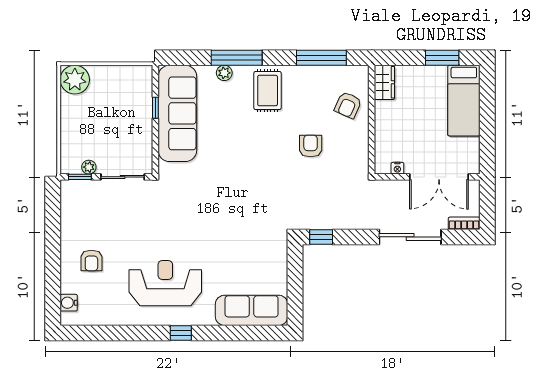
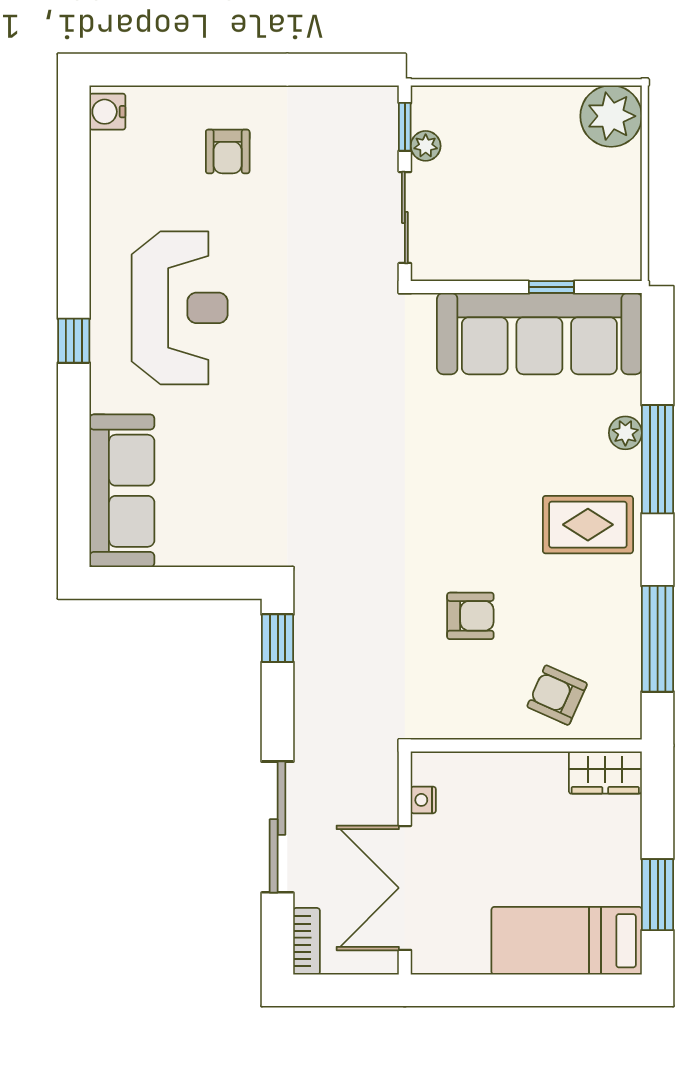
armchair: (91, 260) -> (228, 151), turned -90
water cooler: (69, 303) -> (107, 112), moved, turned -90

